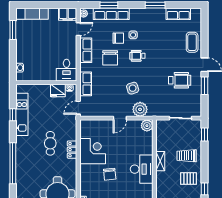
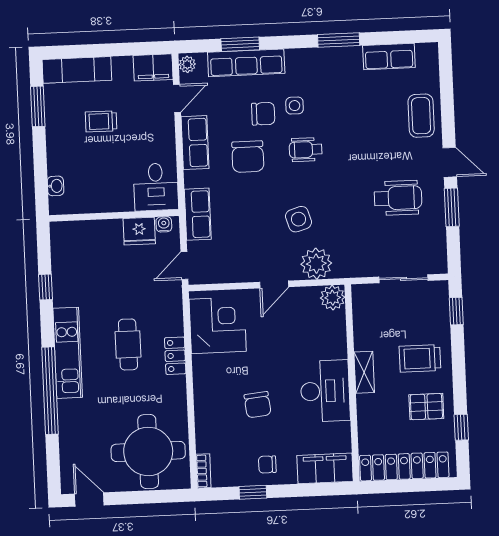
trolley: (42, 38) -> (101, 121), added
kitchen unit: (22, 114) -> (68, 353), moved
corner desk: (93, 151) -> (218, 325), moved

